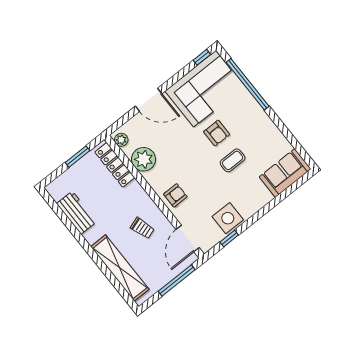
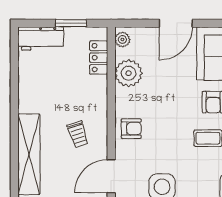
door: (149, 100) -> (176, 23), hinge flipped
locker: (115, 165) -> (99, 58), width x0.66
workbench: (77, 213) -> (41, 39), moved, turned 90

